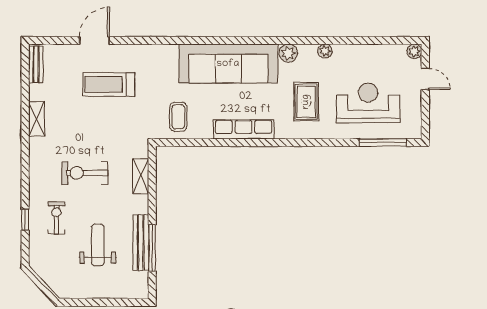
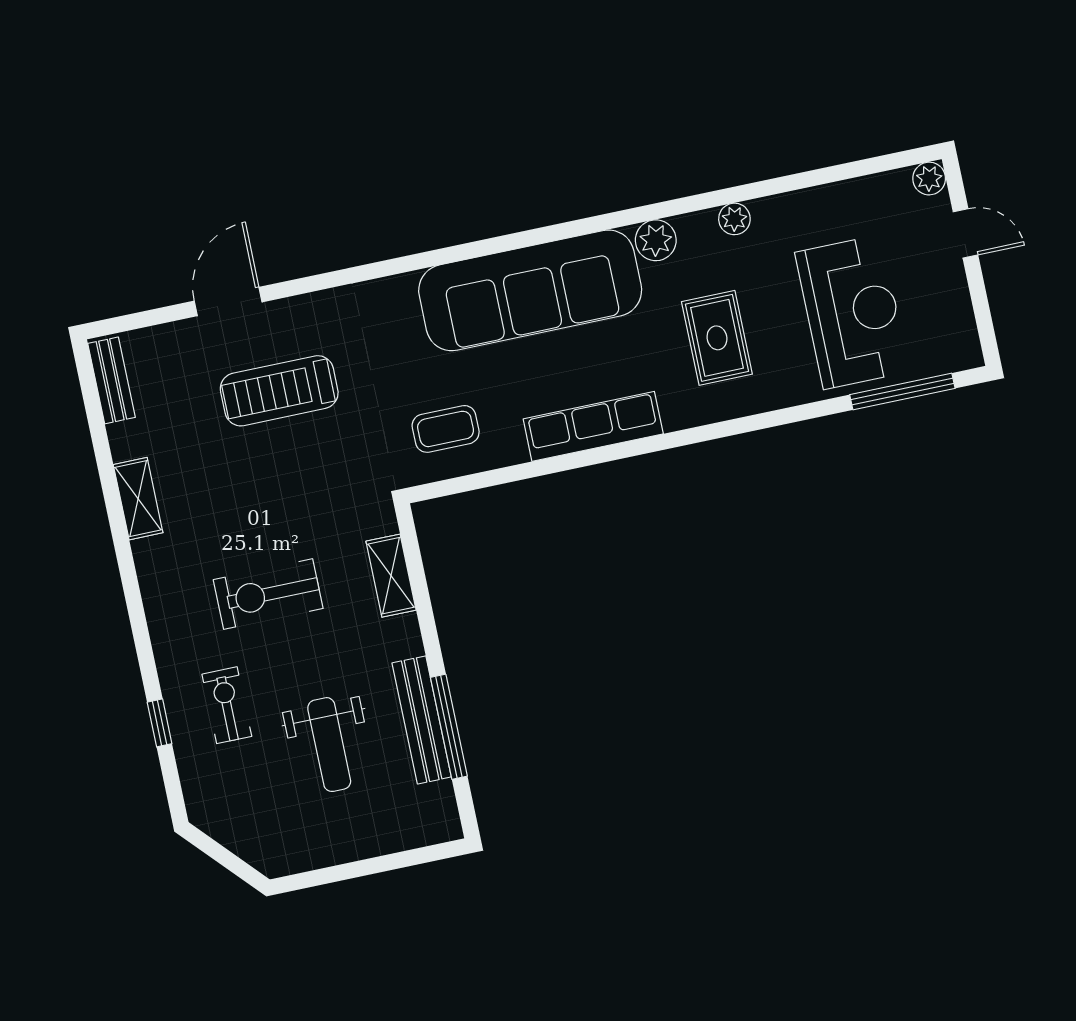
reception desk: (368, 103) -> (852, 312), turned 90
coffee table: (178, 117) -> (446, 429), turned 90
weight bench: (98, 245) -> (329, 745), turned 180

